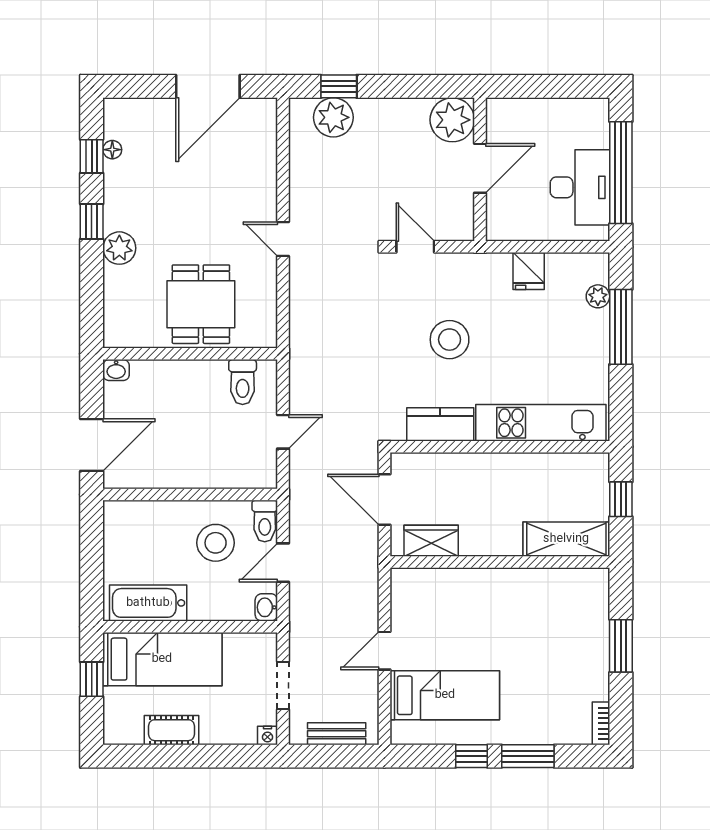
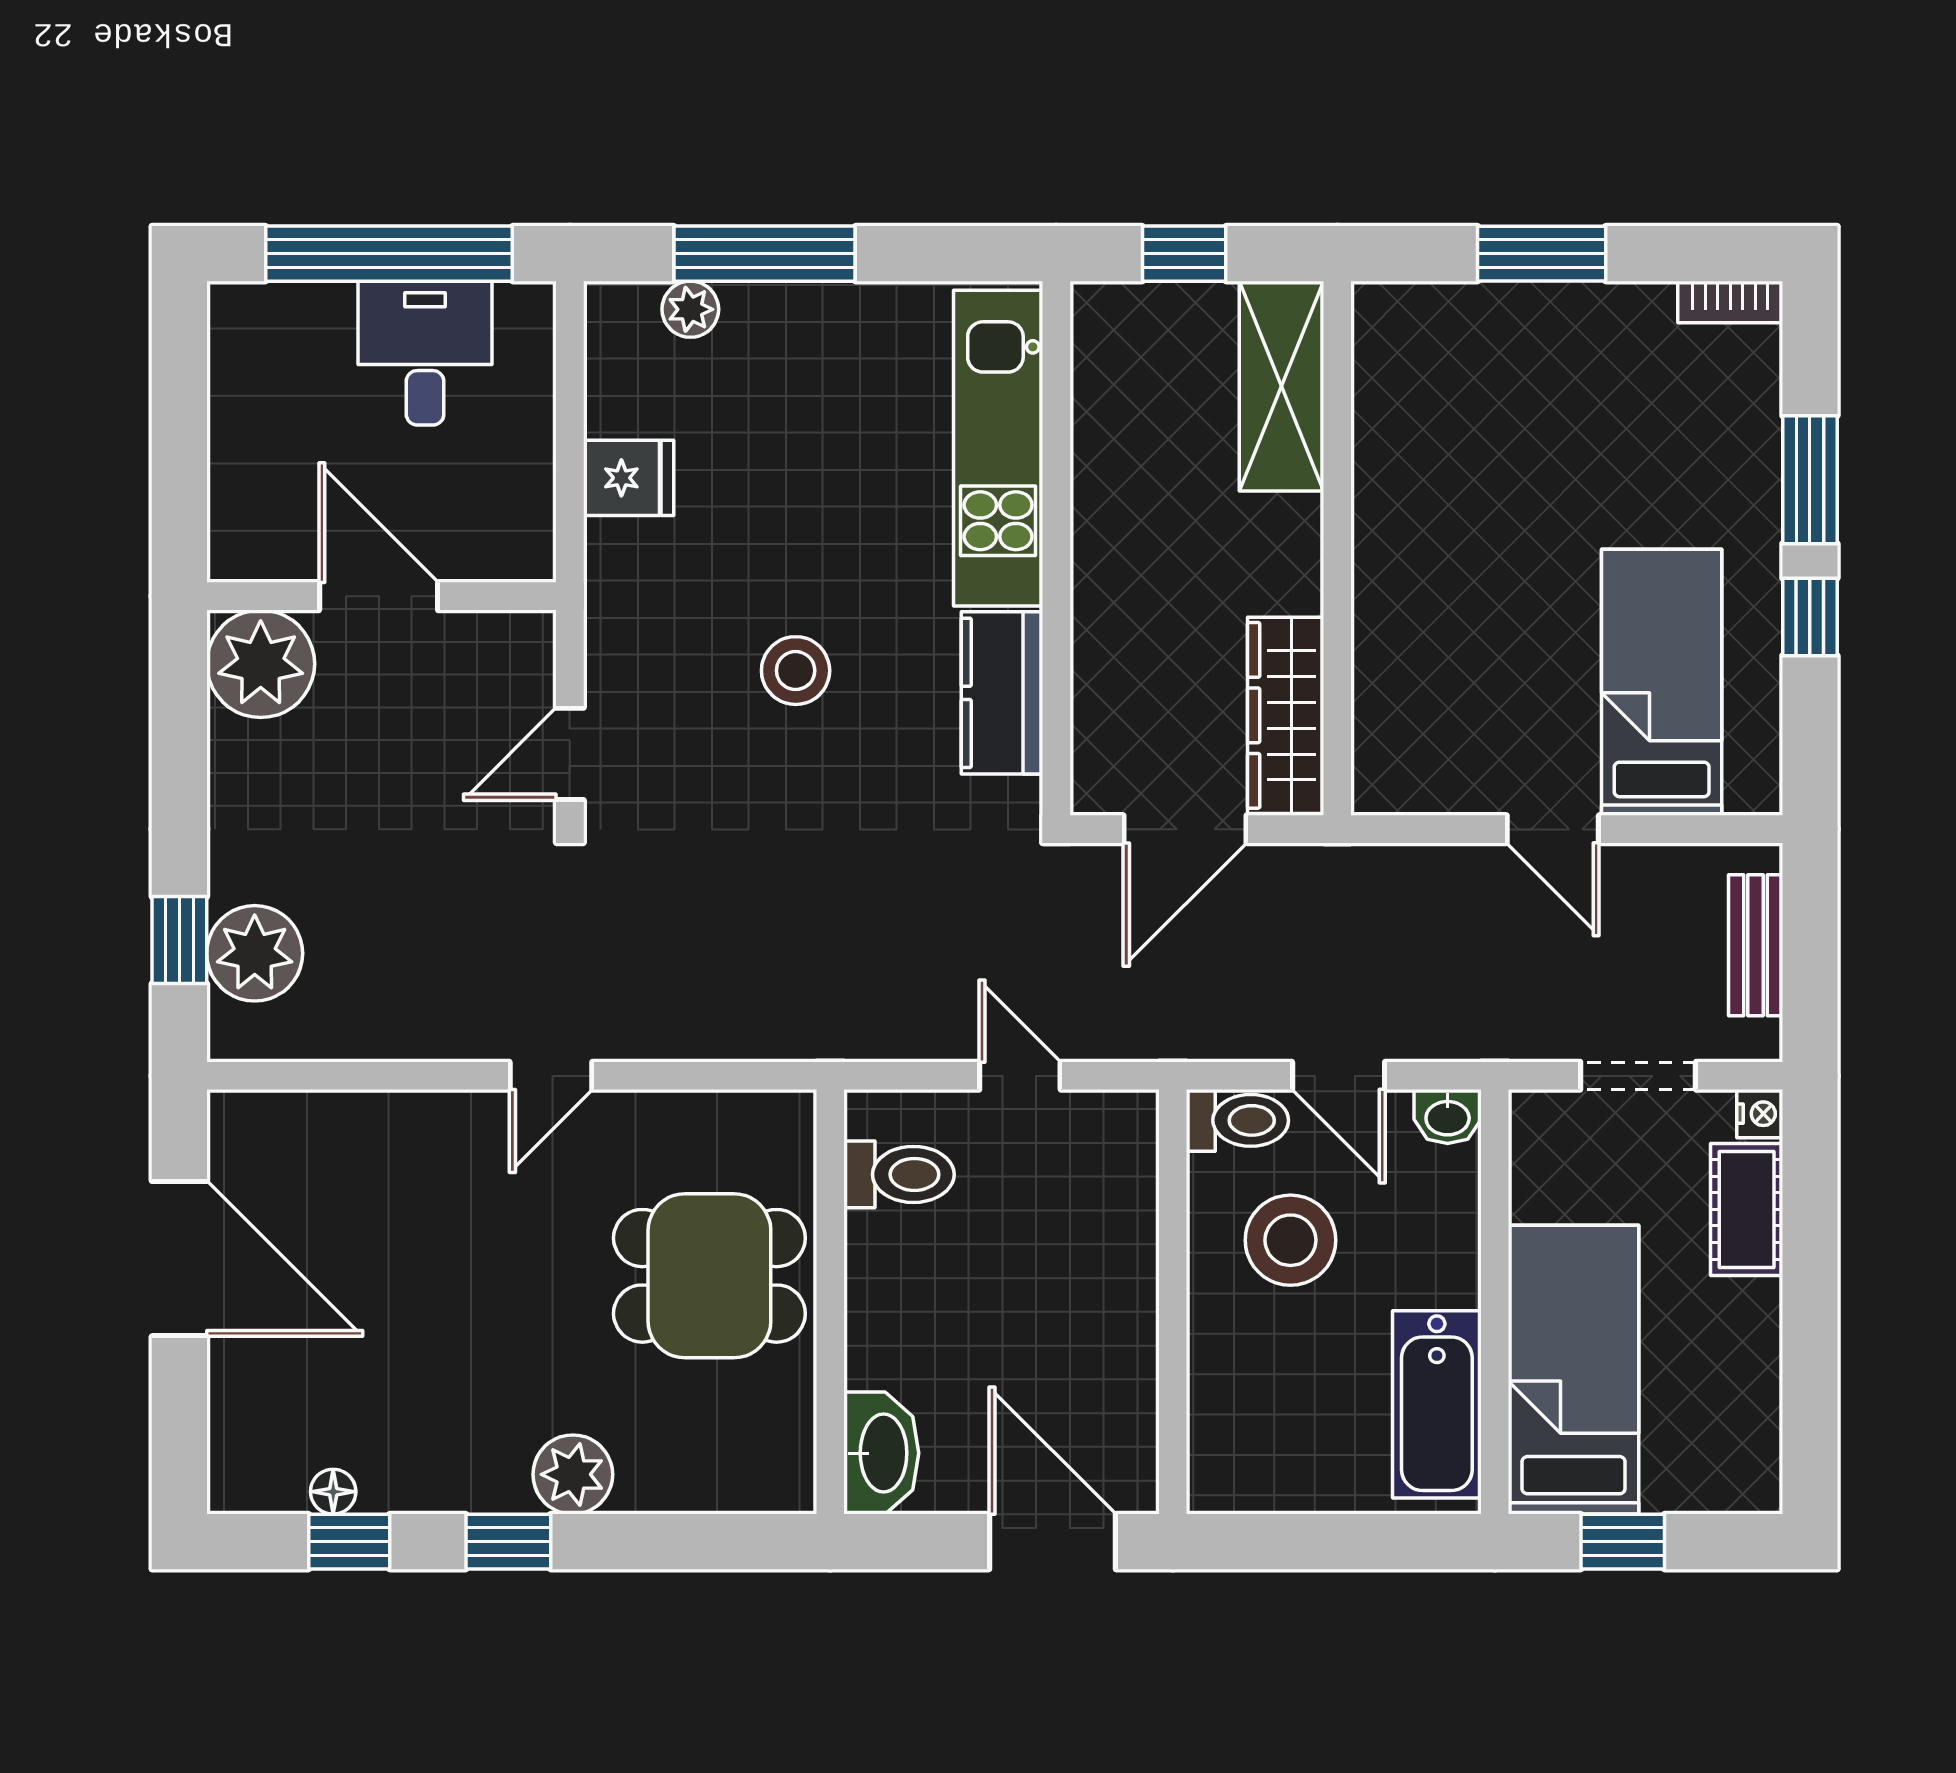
desk: (580, 187) -> (425, 353), width x0.73
stool: (450, 340) -> (796, 671), width x0.73, depth x0.73
washbasin: (116, 370) -> (881, 1453), width x1.91, depth x1.45
wardrobe: (431, 541) -> (1286, 715), width x1.50
cot: (171, 730) -> (1747, 1209), moved

